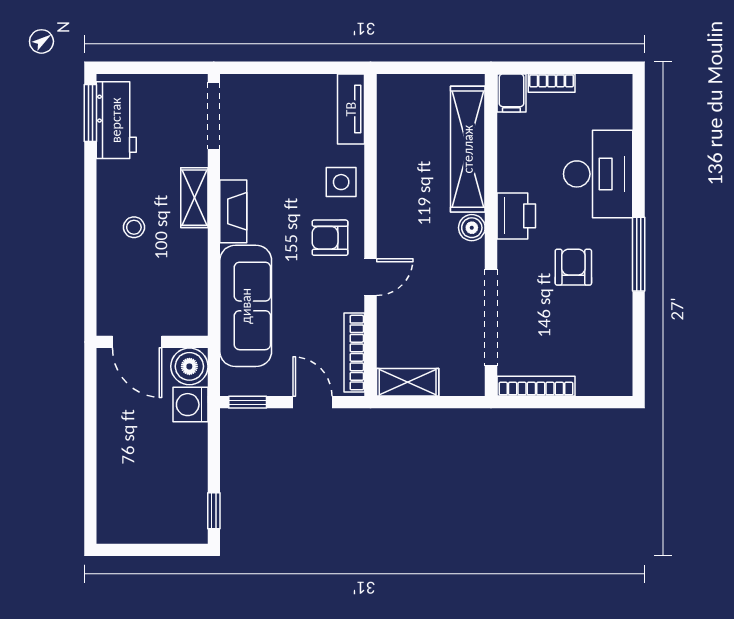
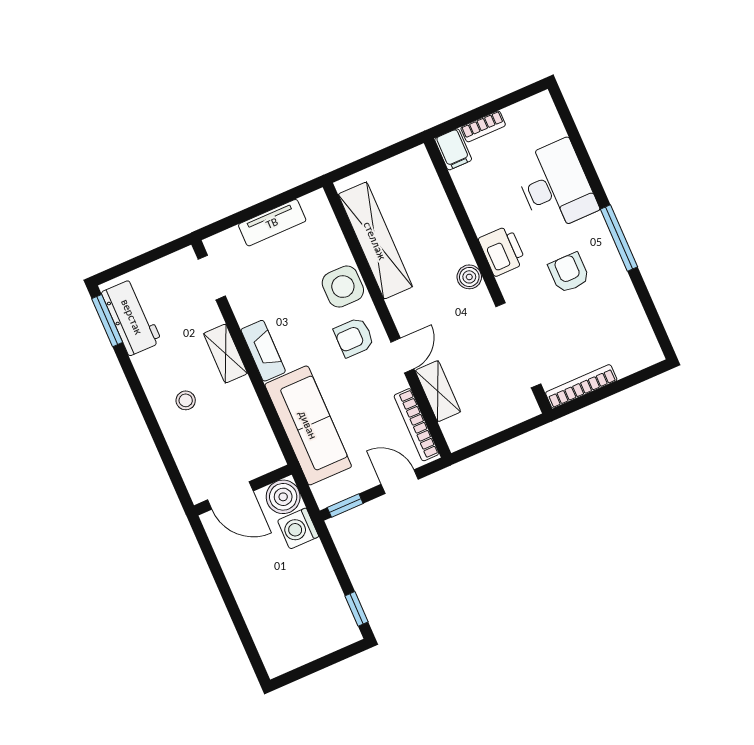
tv unit: (351, 109) -> (272, 223), moved, turned -90
doorway: (214, 116) -> (212, 278), width x0.73
shelving: (468, 149) -> (375, 241), moved
side table: (341, 182) -> (343, 287), width x1.37, depth x1.37
shelving: (408, 382) -> (438, 391), moved, turned 90

